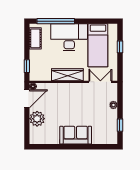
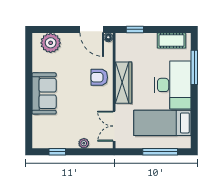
window: (56, 21) -> (194, 67), width x0.68
window: (120, 47) -> (160, 152), width x2.17
double door: (100, 82) -> (114, 126), swing flipped
armchair: (63, 93) -> (99, 77), added
plant: (37, 119) -> (51, 43), moved

